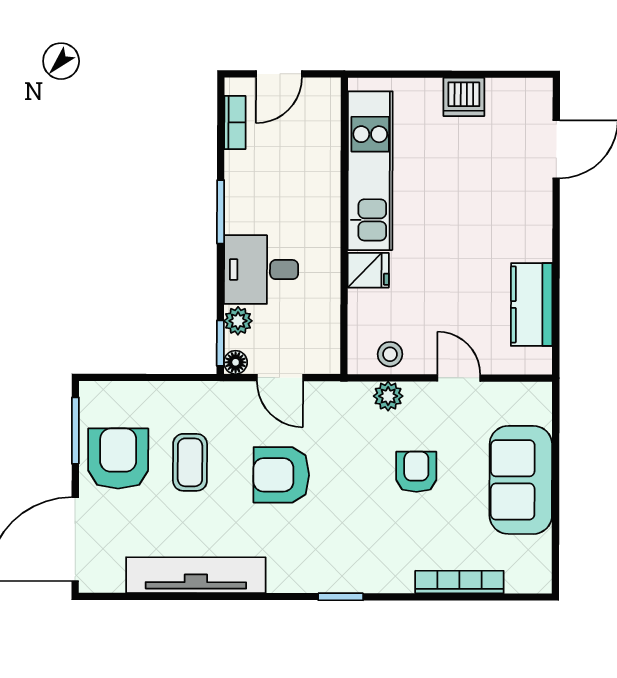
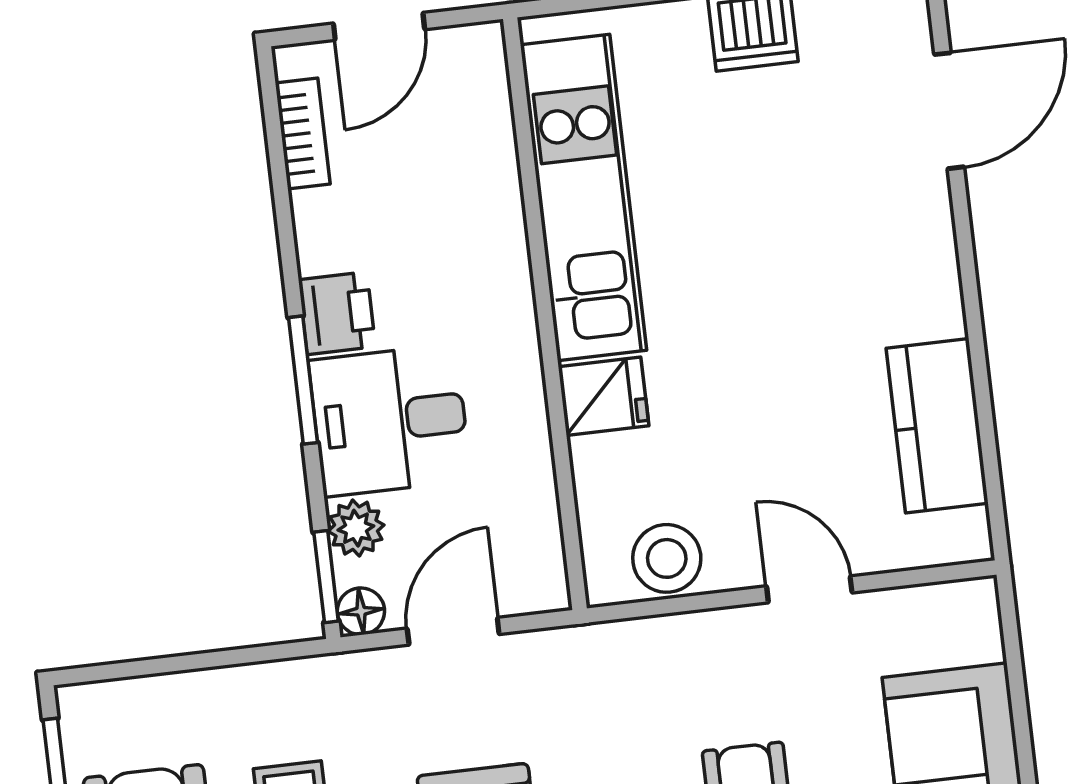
window: (221, 212) -> (303, 380), moved
printer: (241, 213) -> (337, 313), added
stool: (390, 354) -> (667, 558), width x1.37, depth x1.37
door: (280, 378) -> (453, 631), swing flipped
plant: (388, 396) -> (673, 642), removed

